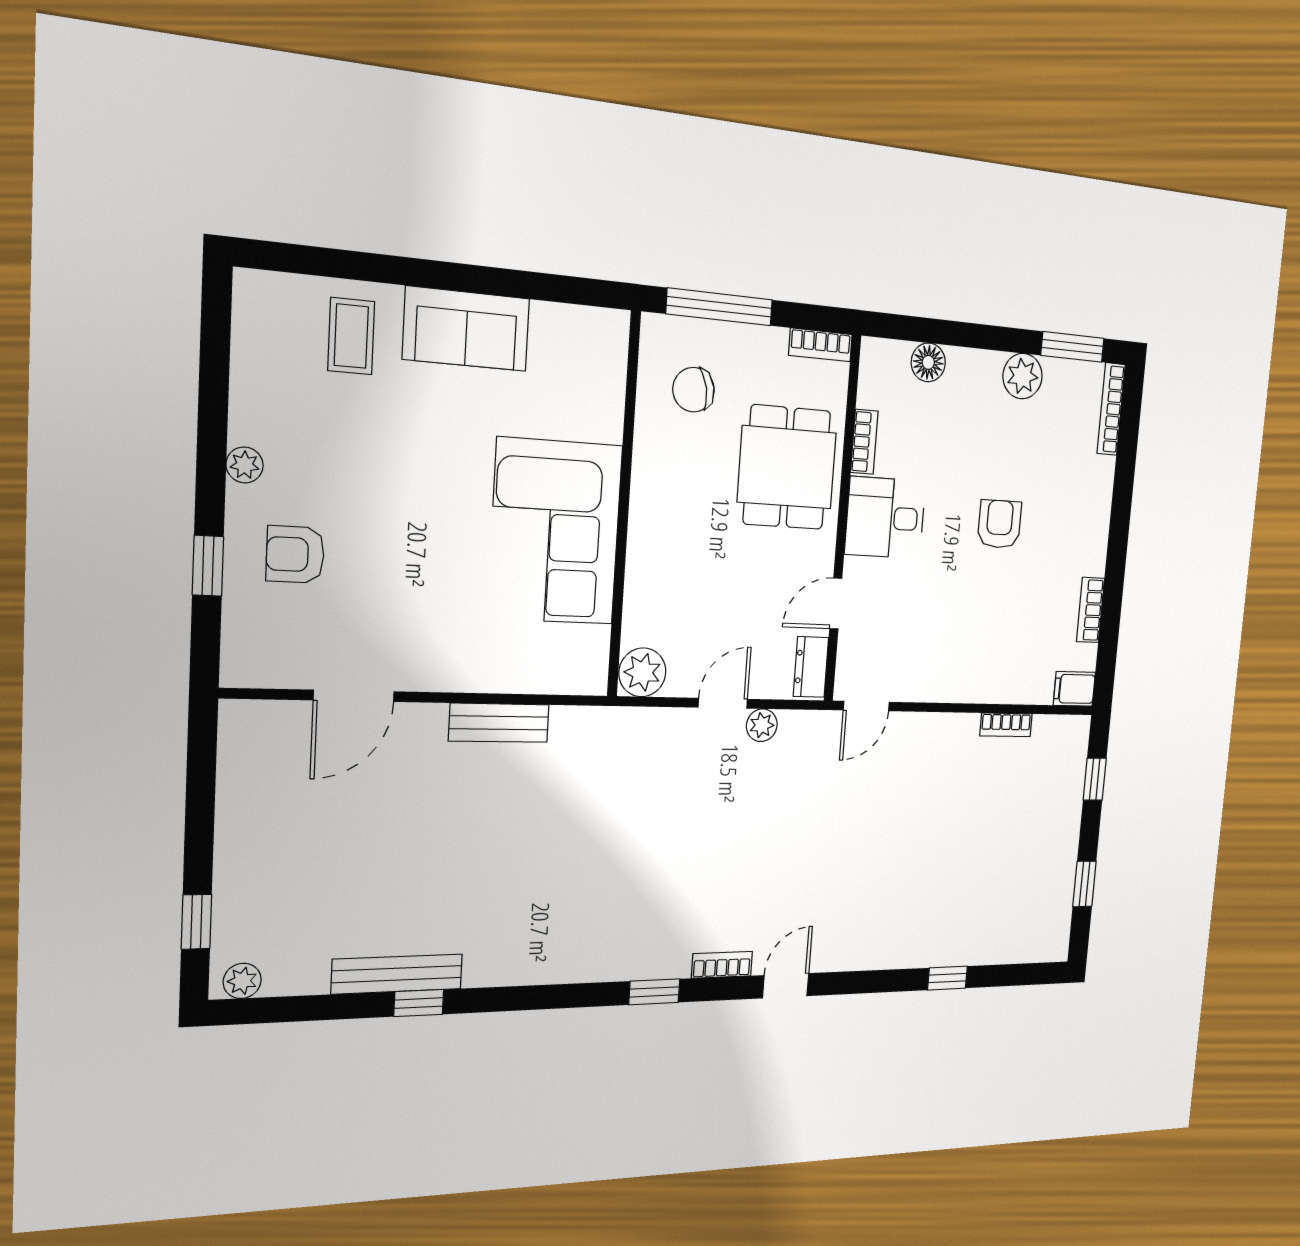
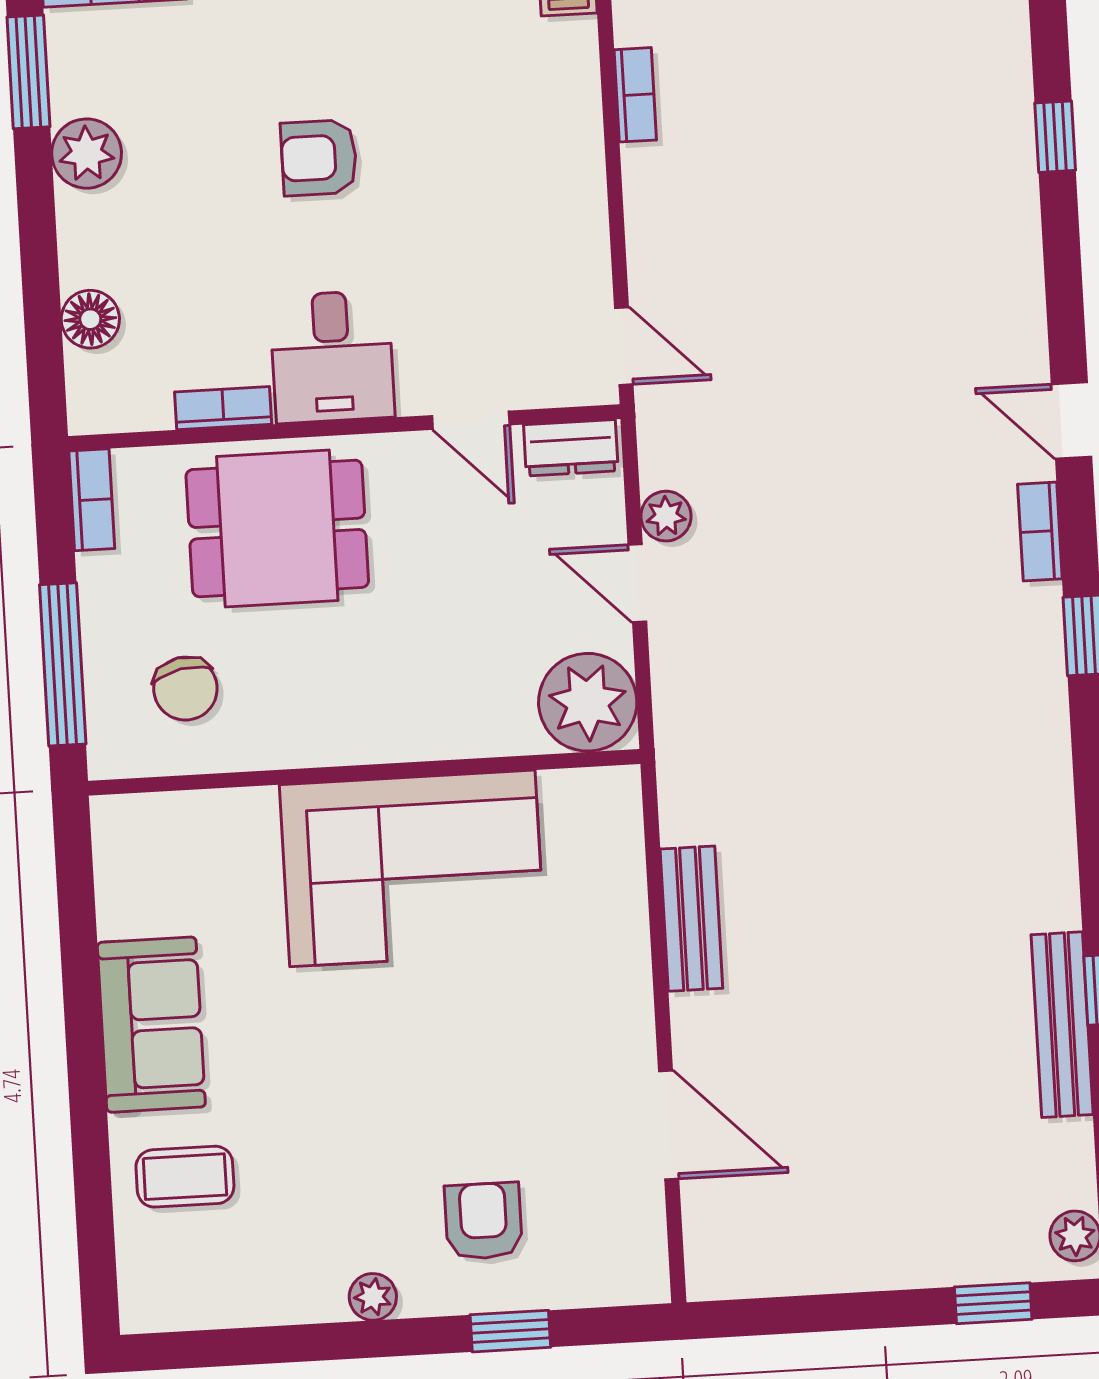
armchair: (295, 554) -> (483, 1221), turned 180
plant: (642, 672) -> (588, 702), width x1.36, depth x1.36

